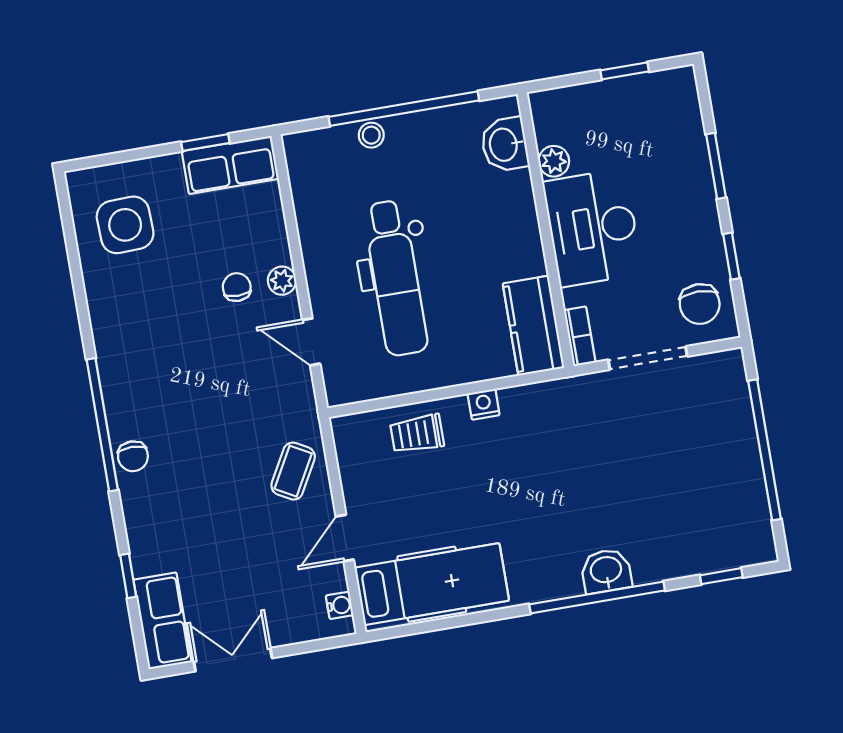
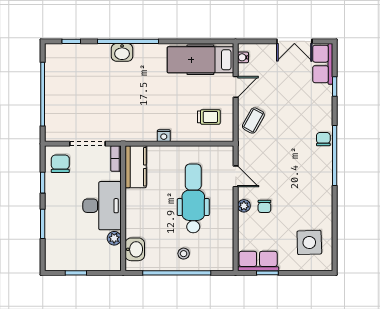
stool: (371, 135) -> (184, 254), moved
trolley: (417, 434) -> (209, 117), moved

